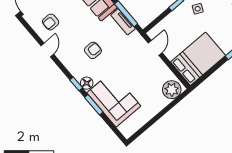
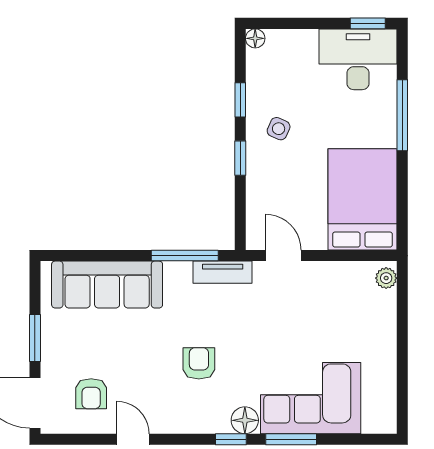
tv unit: (123, 22) -> (223, 272), moved
plant: (172, 90) -> (386, 278), width x0.53, depth x0.53

